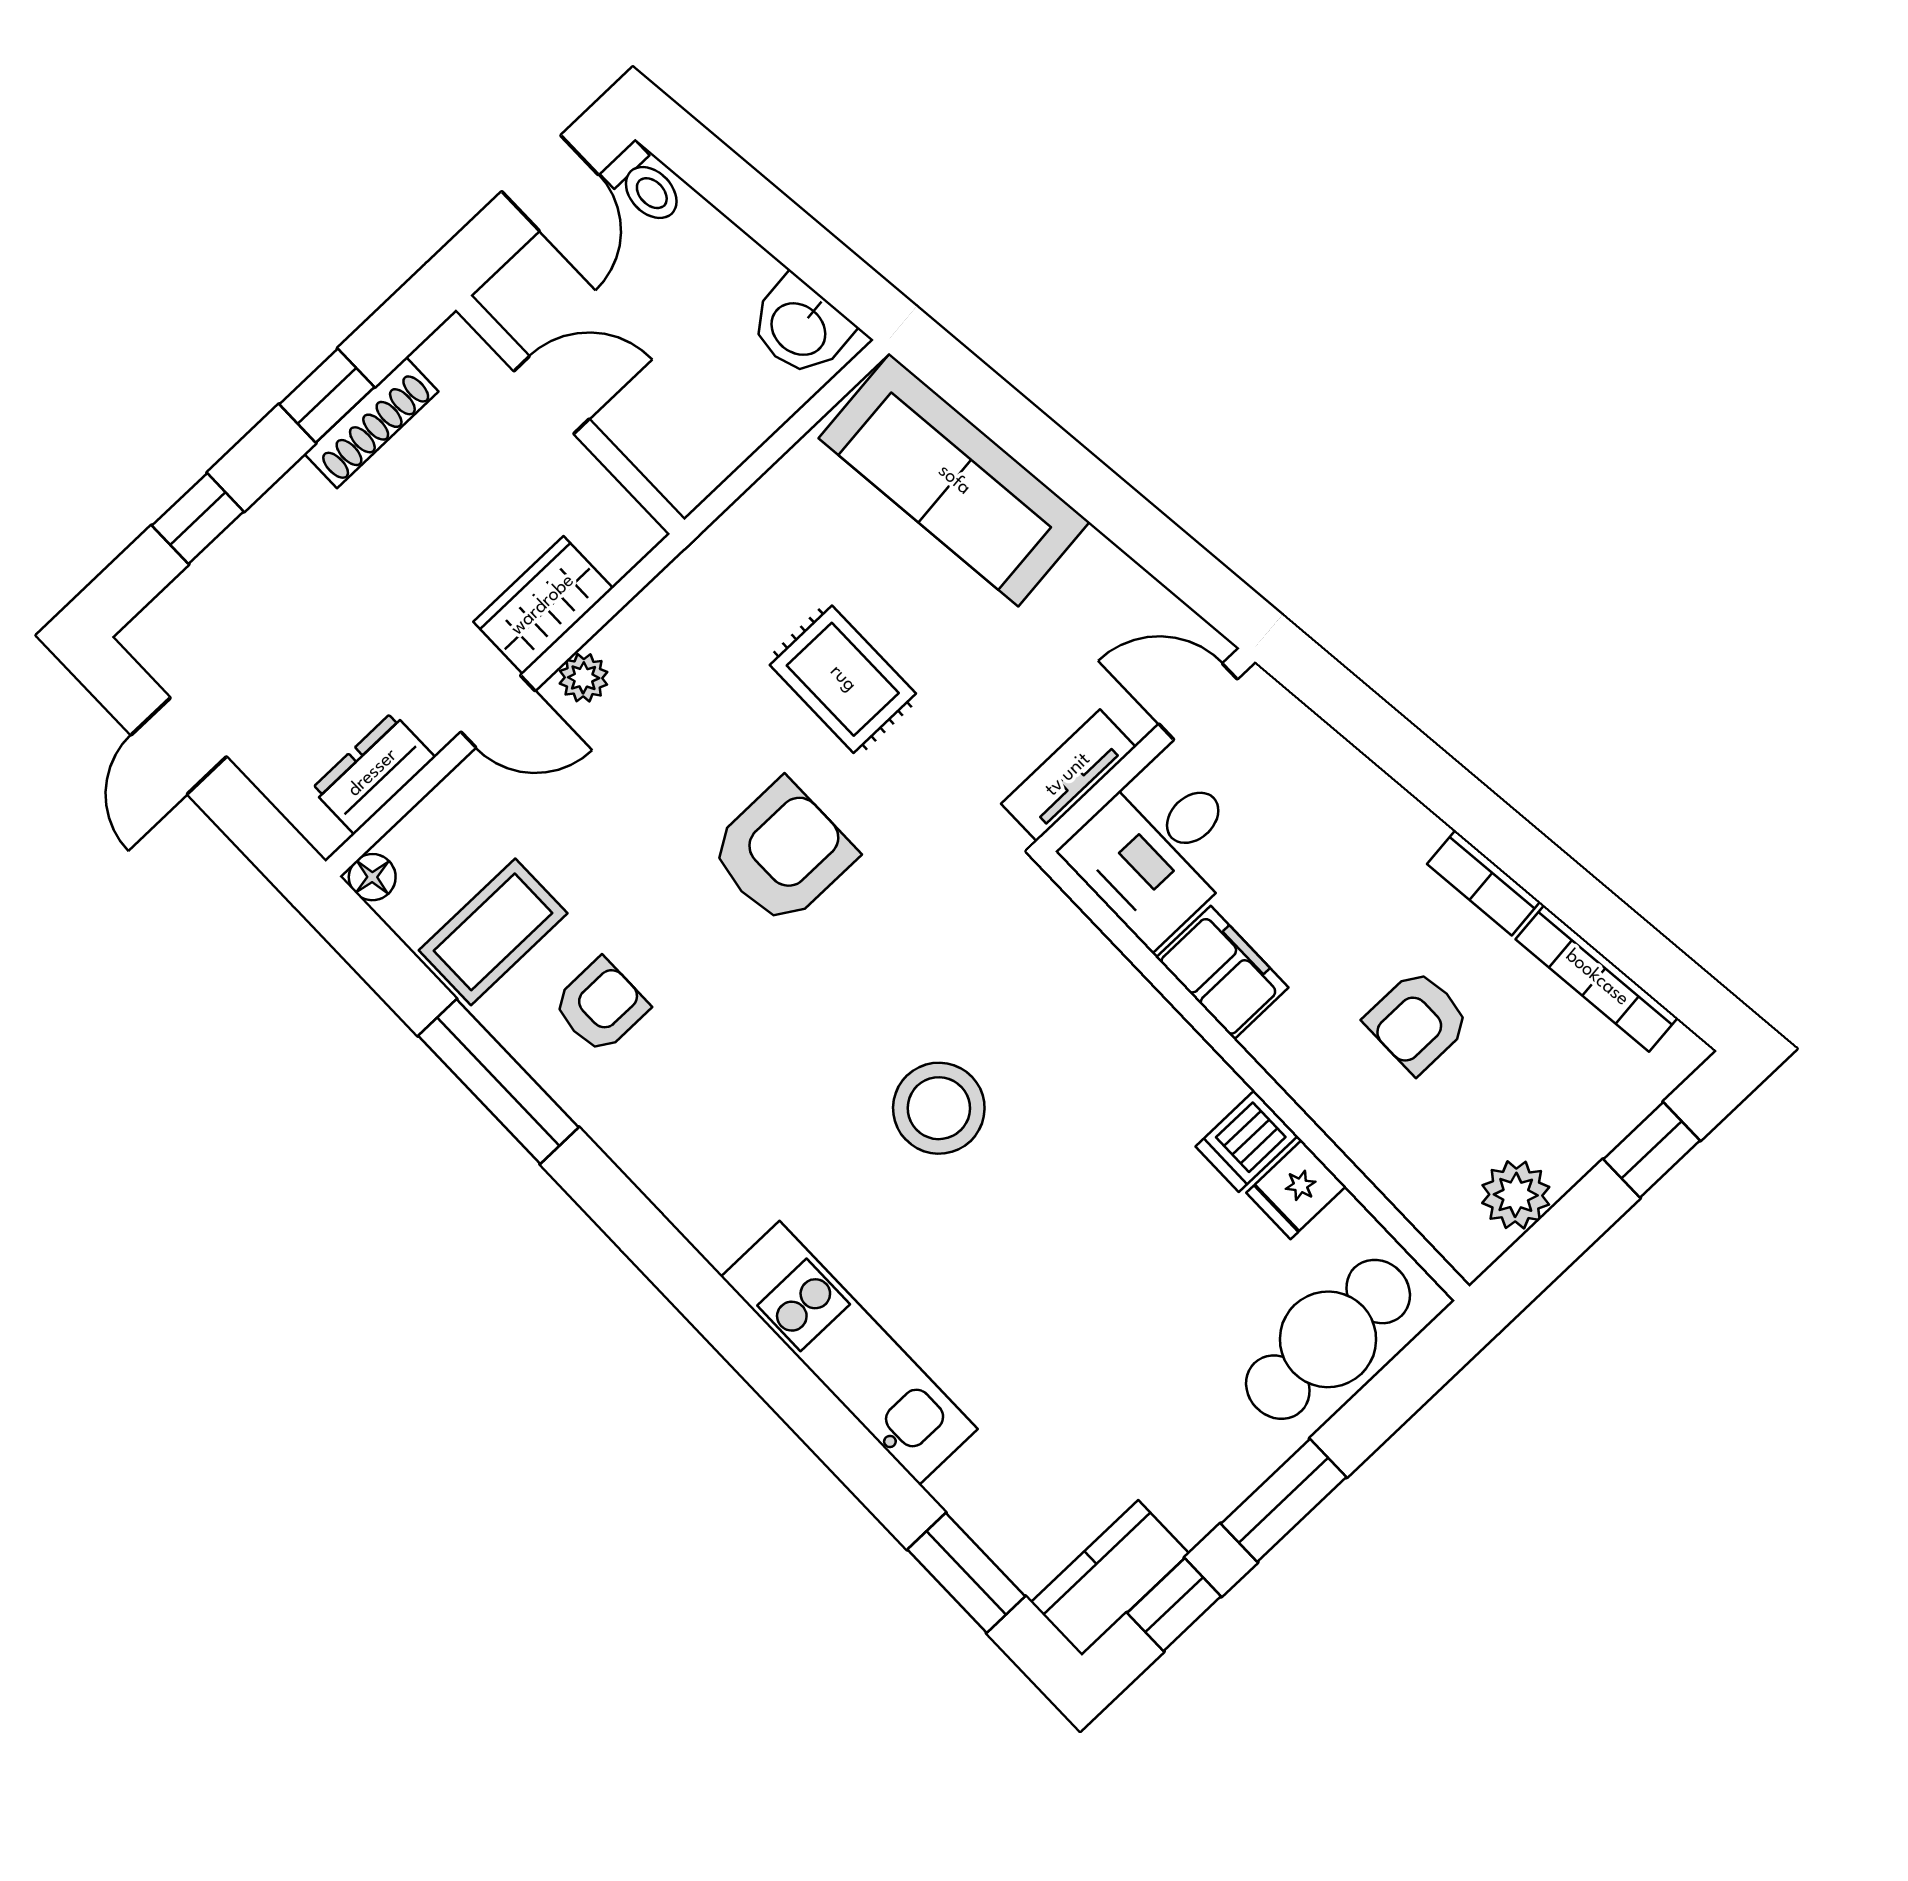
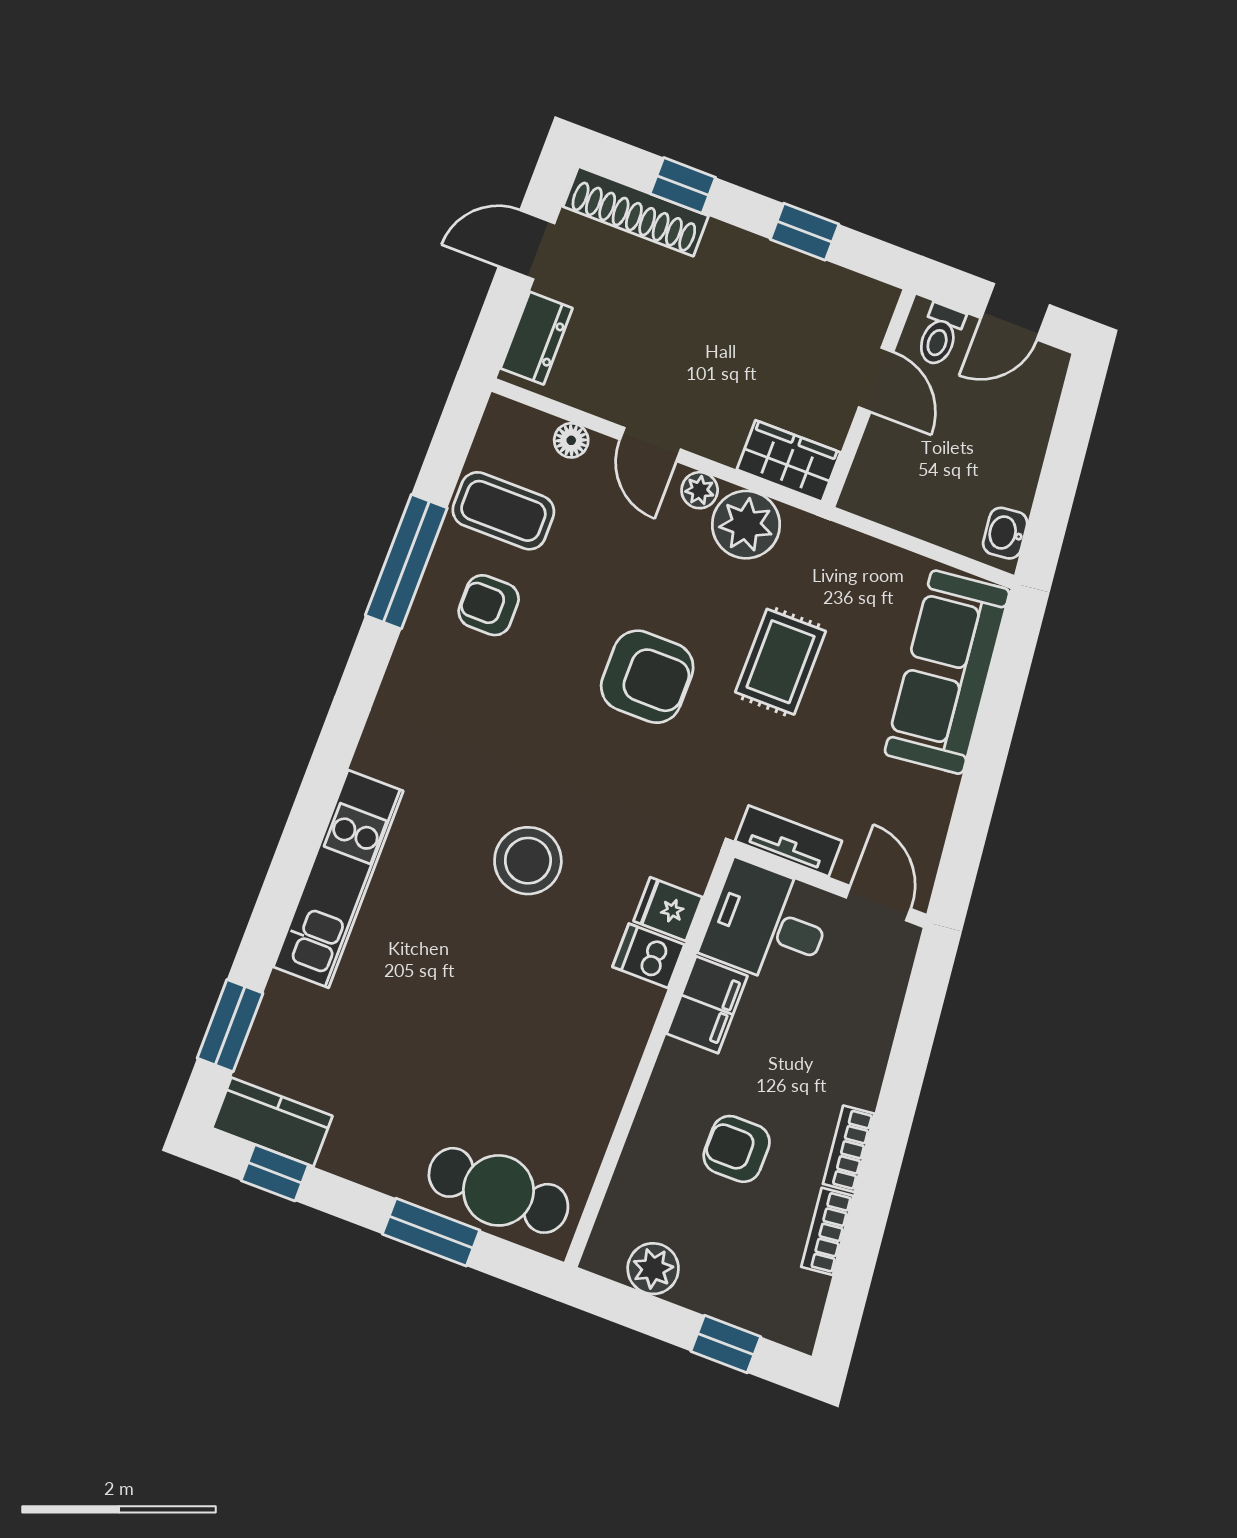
toilet: (644, 185) -> (940, 335), moved
washbasin: (800, 327) -> (1005, 533), width x0.72, depth x0.69
shoe rack: (371, 423) -> (636, 211), moved, width x1.36, depth x1.24
wardrobe: (543, 605) -> (789, 461), moved
plant: (653, 641) -> (746, 525), added
dresser: (373, 773) -> (537, 338), moved, turned 90
floor lamp: (372, 877) -> (571, 440), moved
bookcase: (1597, 978) -> (827, 1231), width x0.64
armchair: (601, 1006) -> (489, 605), turned 180
dishwasher: (1247, 1141) -> (648, 956), moved
fridge: (1296, 1190) -> (668, 909), moved
window: (1284, 1500) -> (431, 1232), moved

